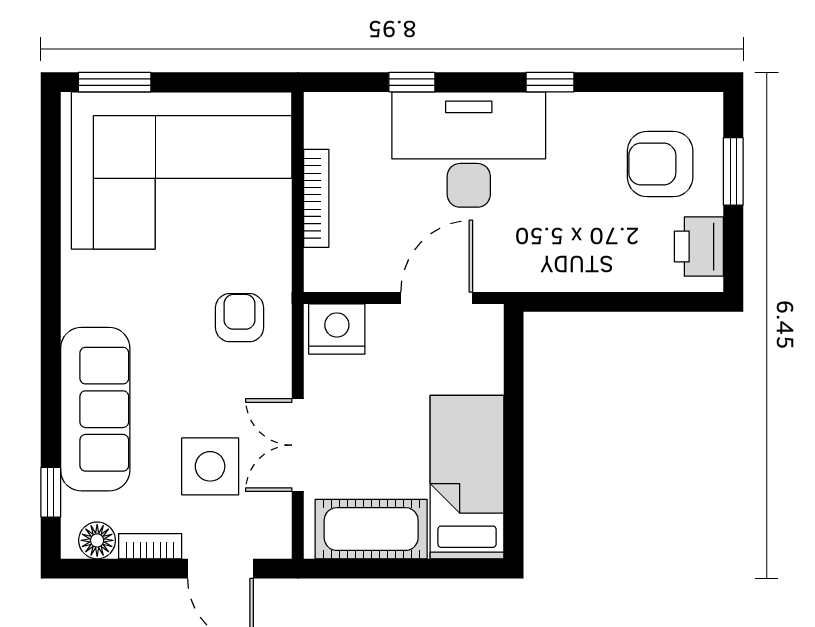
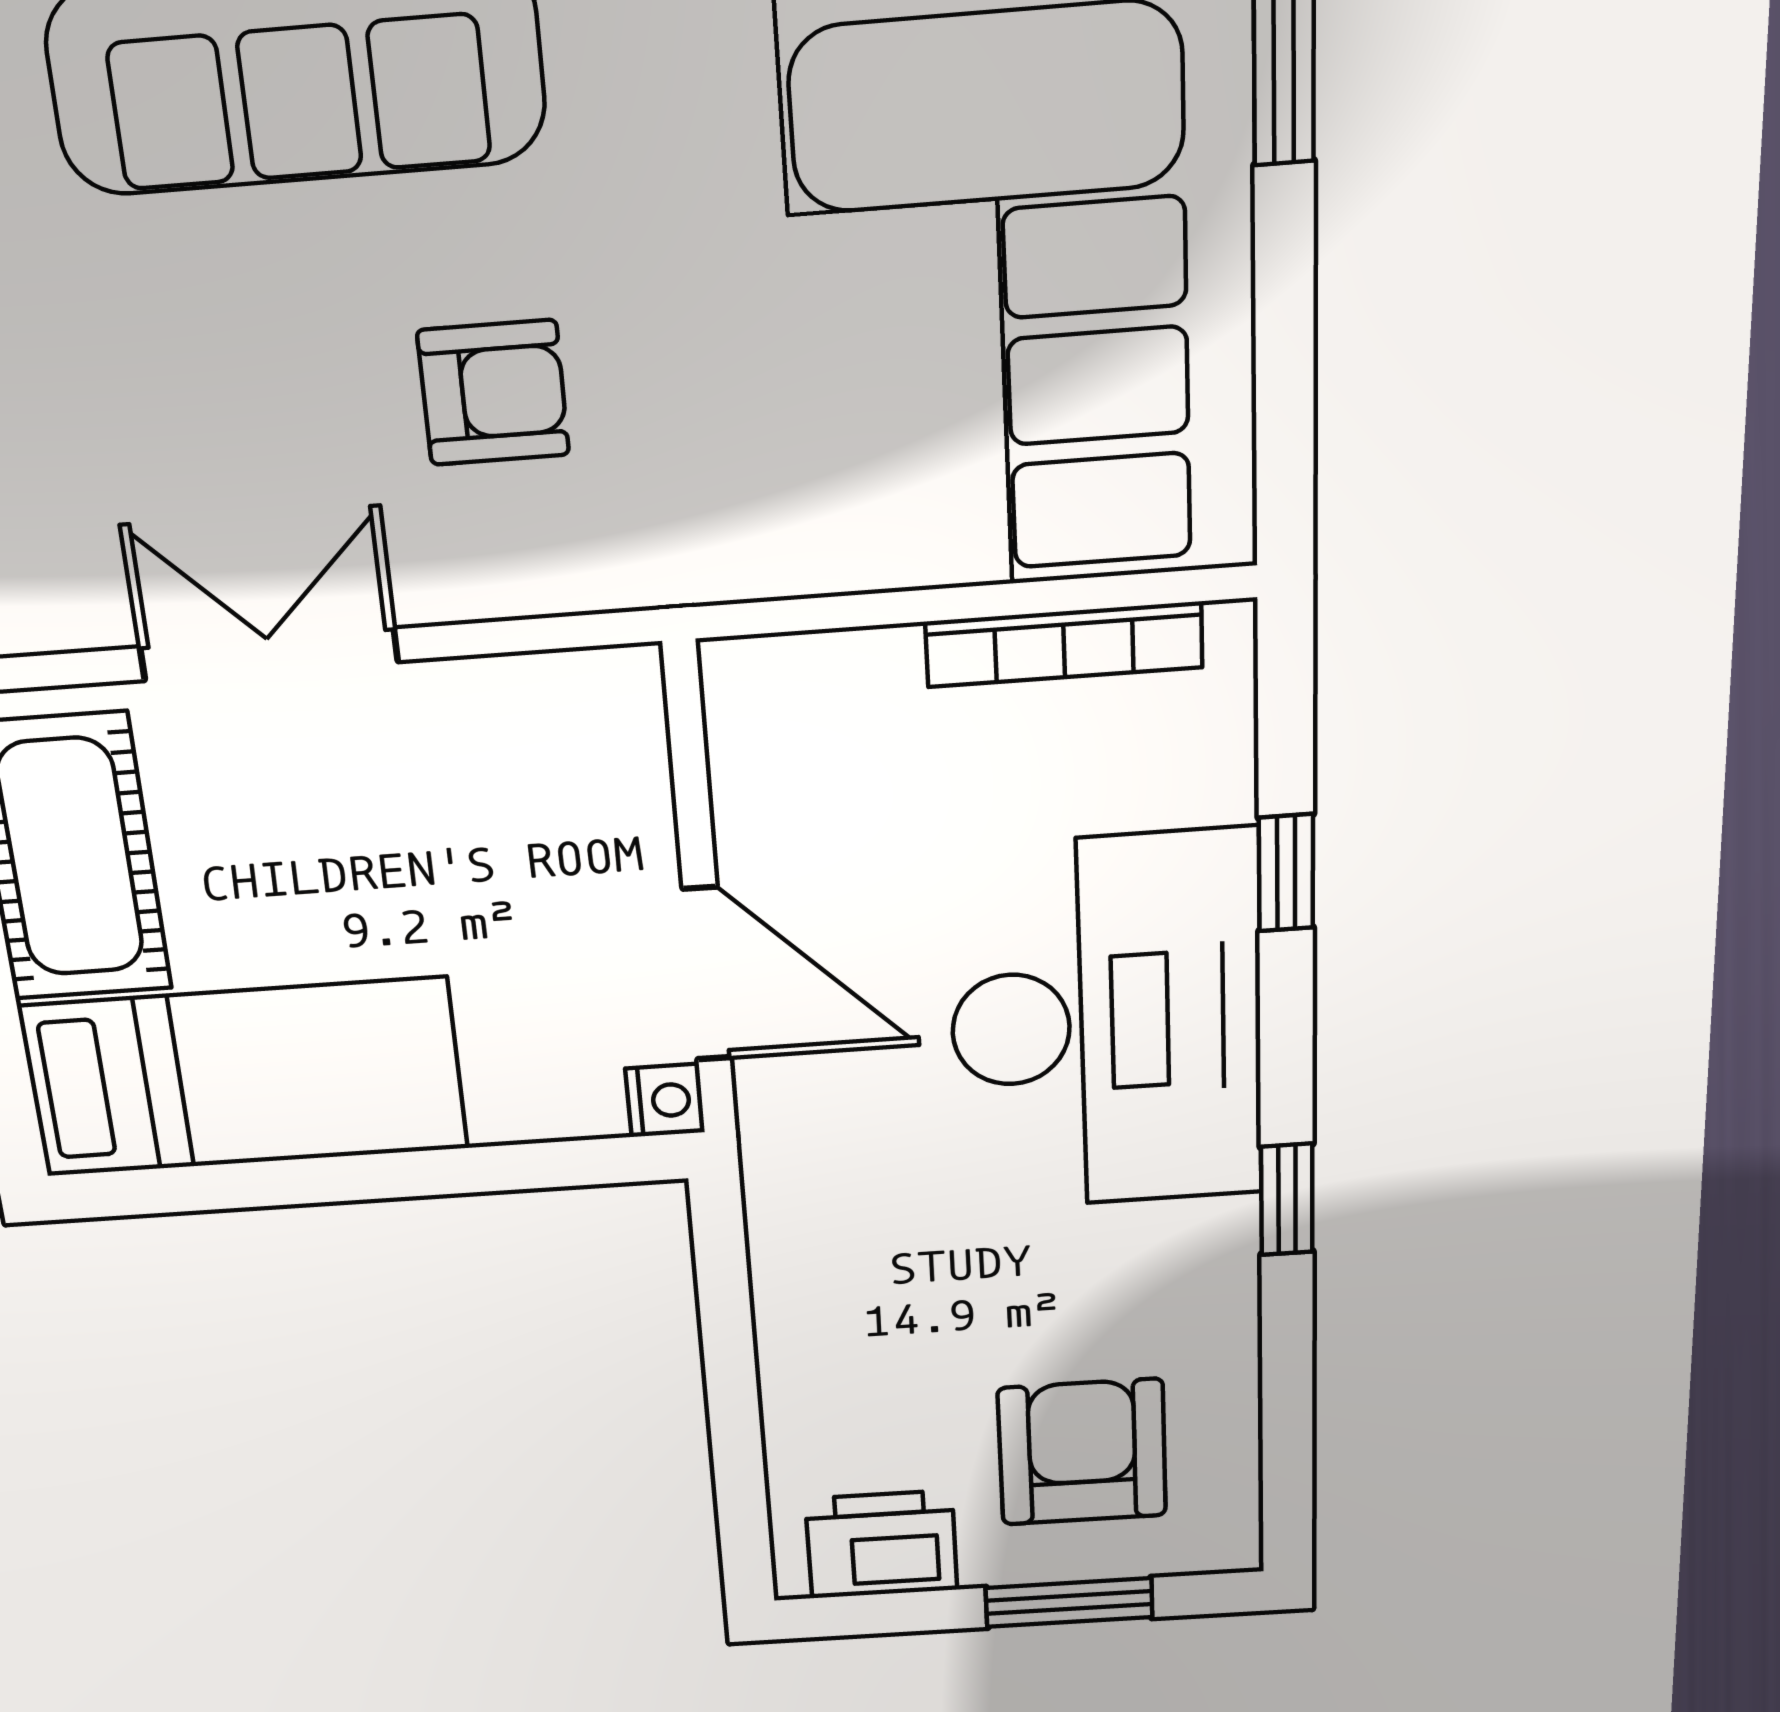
bookcase: (316, 198) -> (1064, 644), moved
armchair: (240, 318) -> (493, 393), moved
nightstand: (337, 329) -> (665, 1100), moved, width x0.53, depth x0.56
side table: (210, 466) -> (175, 422), removed

